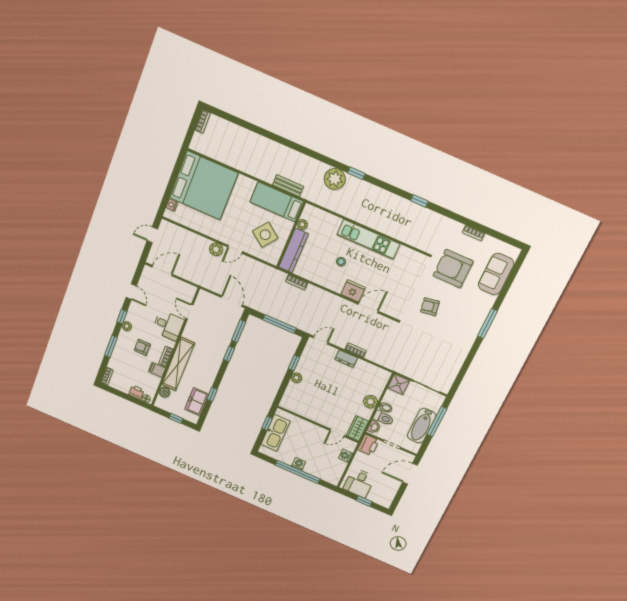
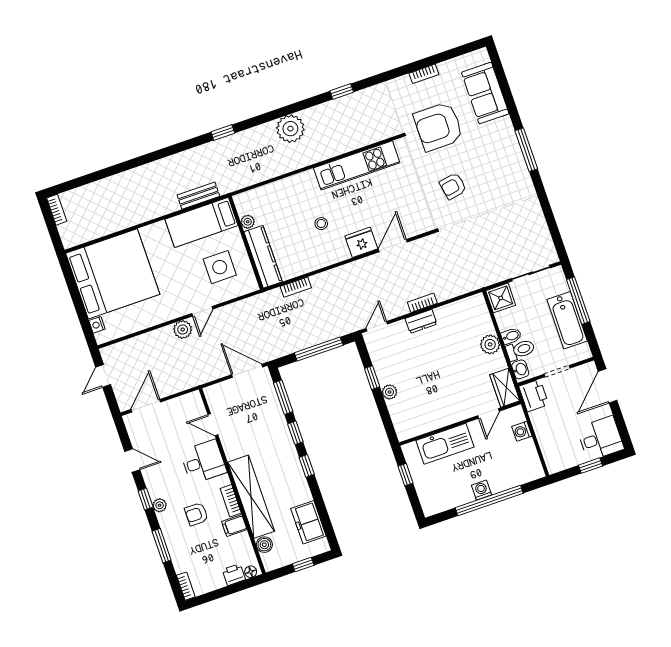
window: (356, 173) -> (223, 132), moved
plant: (335, 179) -> (290, 129), moved
side table: (265, 235) -> (220, 267), turned -37
kitchen unit: (368, 239) -> (357, 165), moved
window: (212, 394) -> (307, 466), moved
kitchen sink: (276, 433) -> (445, 444), moved, turned 90
desk: (359, 483) -> (600, 438), moved, turned -90

